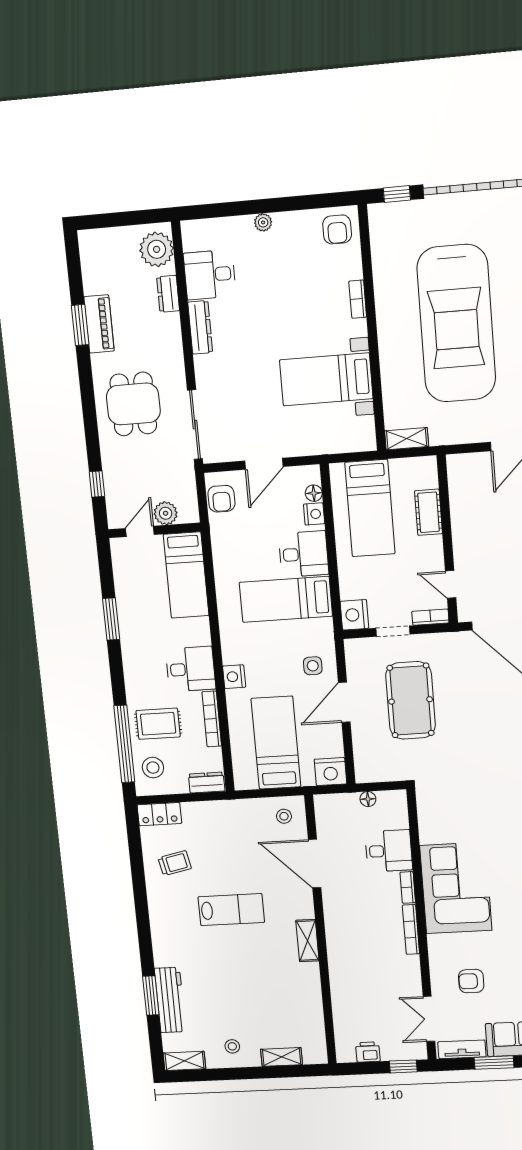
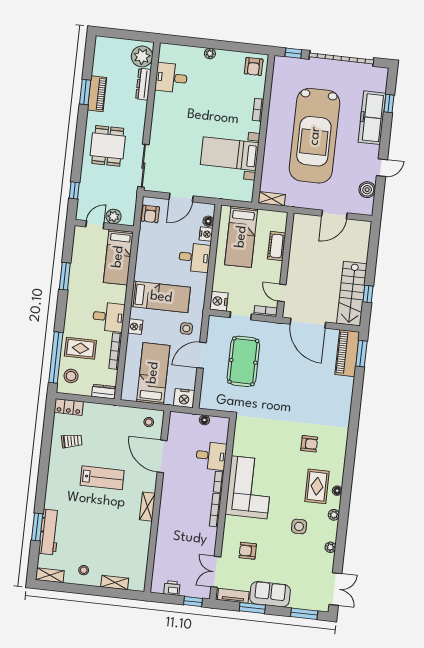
dresser: (168, 294) -> (143, 84), width x1.44
dresser: (200, 327) -> (159, 108), removed
bed: (286, 599) -> (161, 297), moved, turned 180

